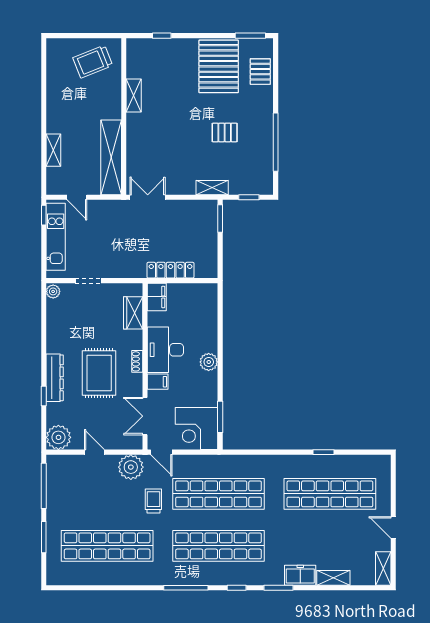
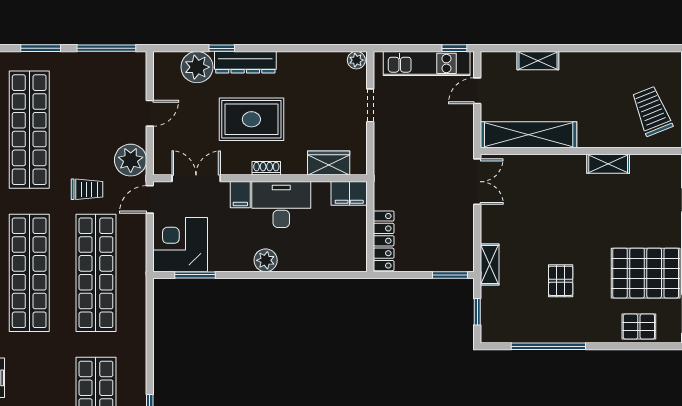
locker: (170, 270) -> (384, 241), moved
plant: (58, 437) -> (197, 67), moved

